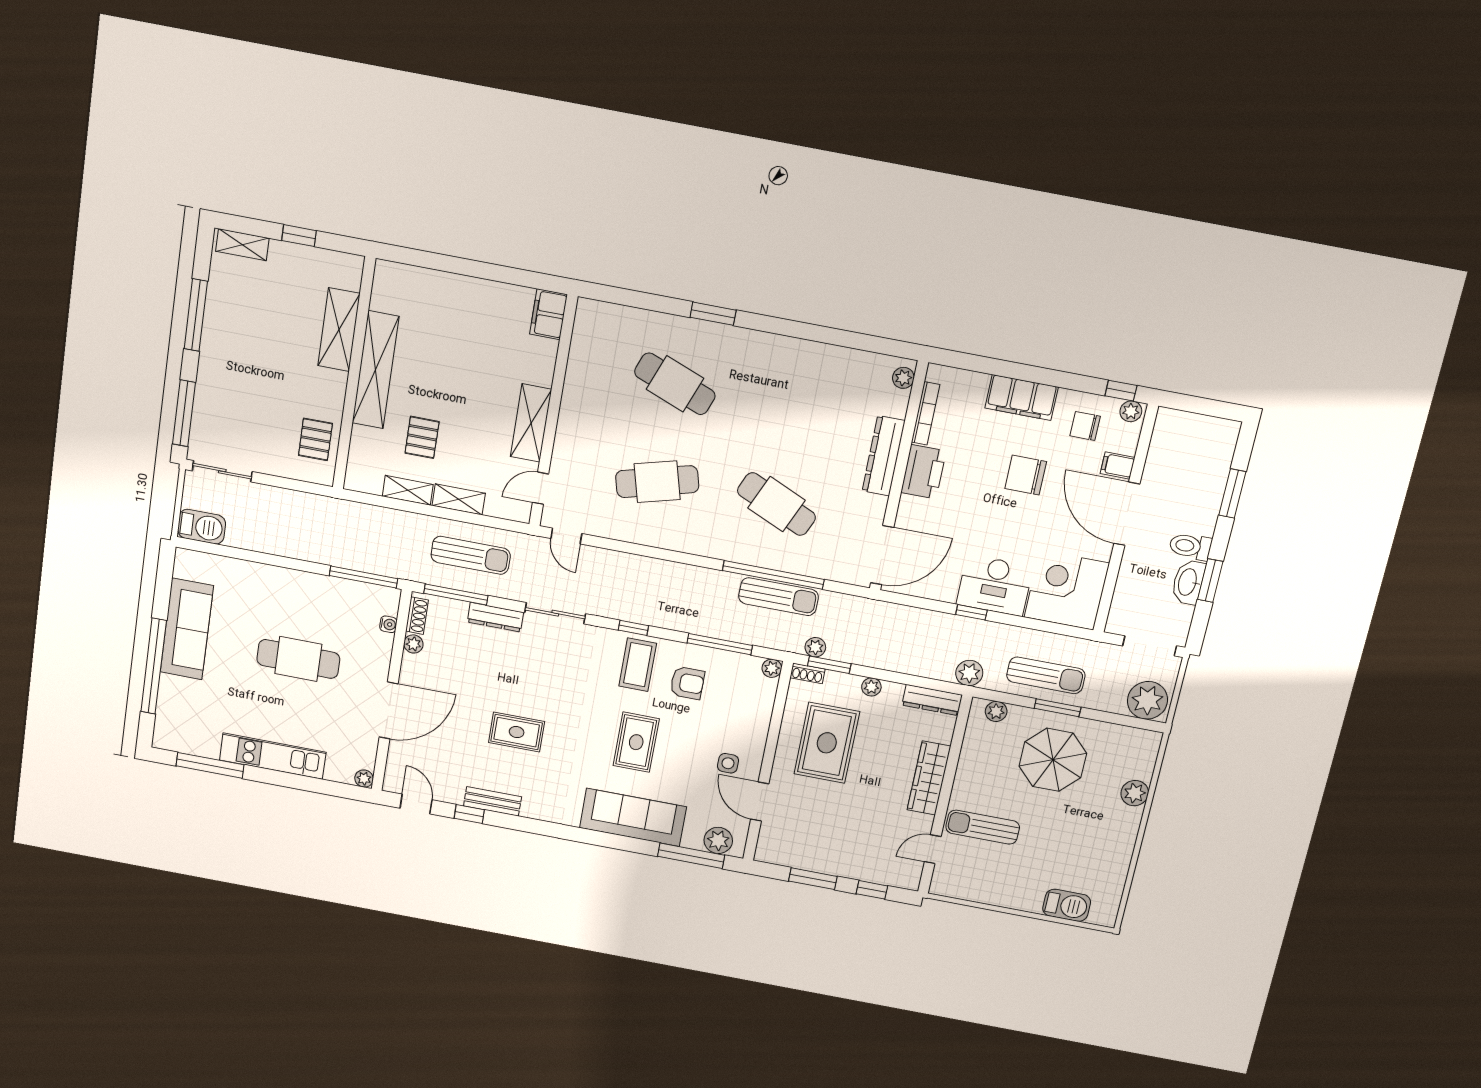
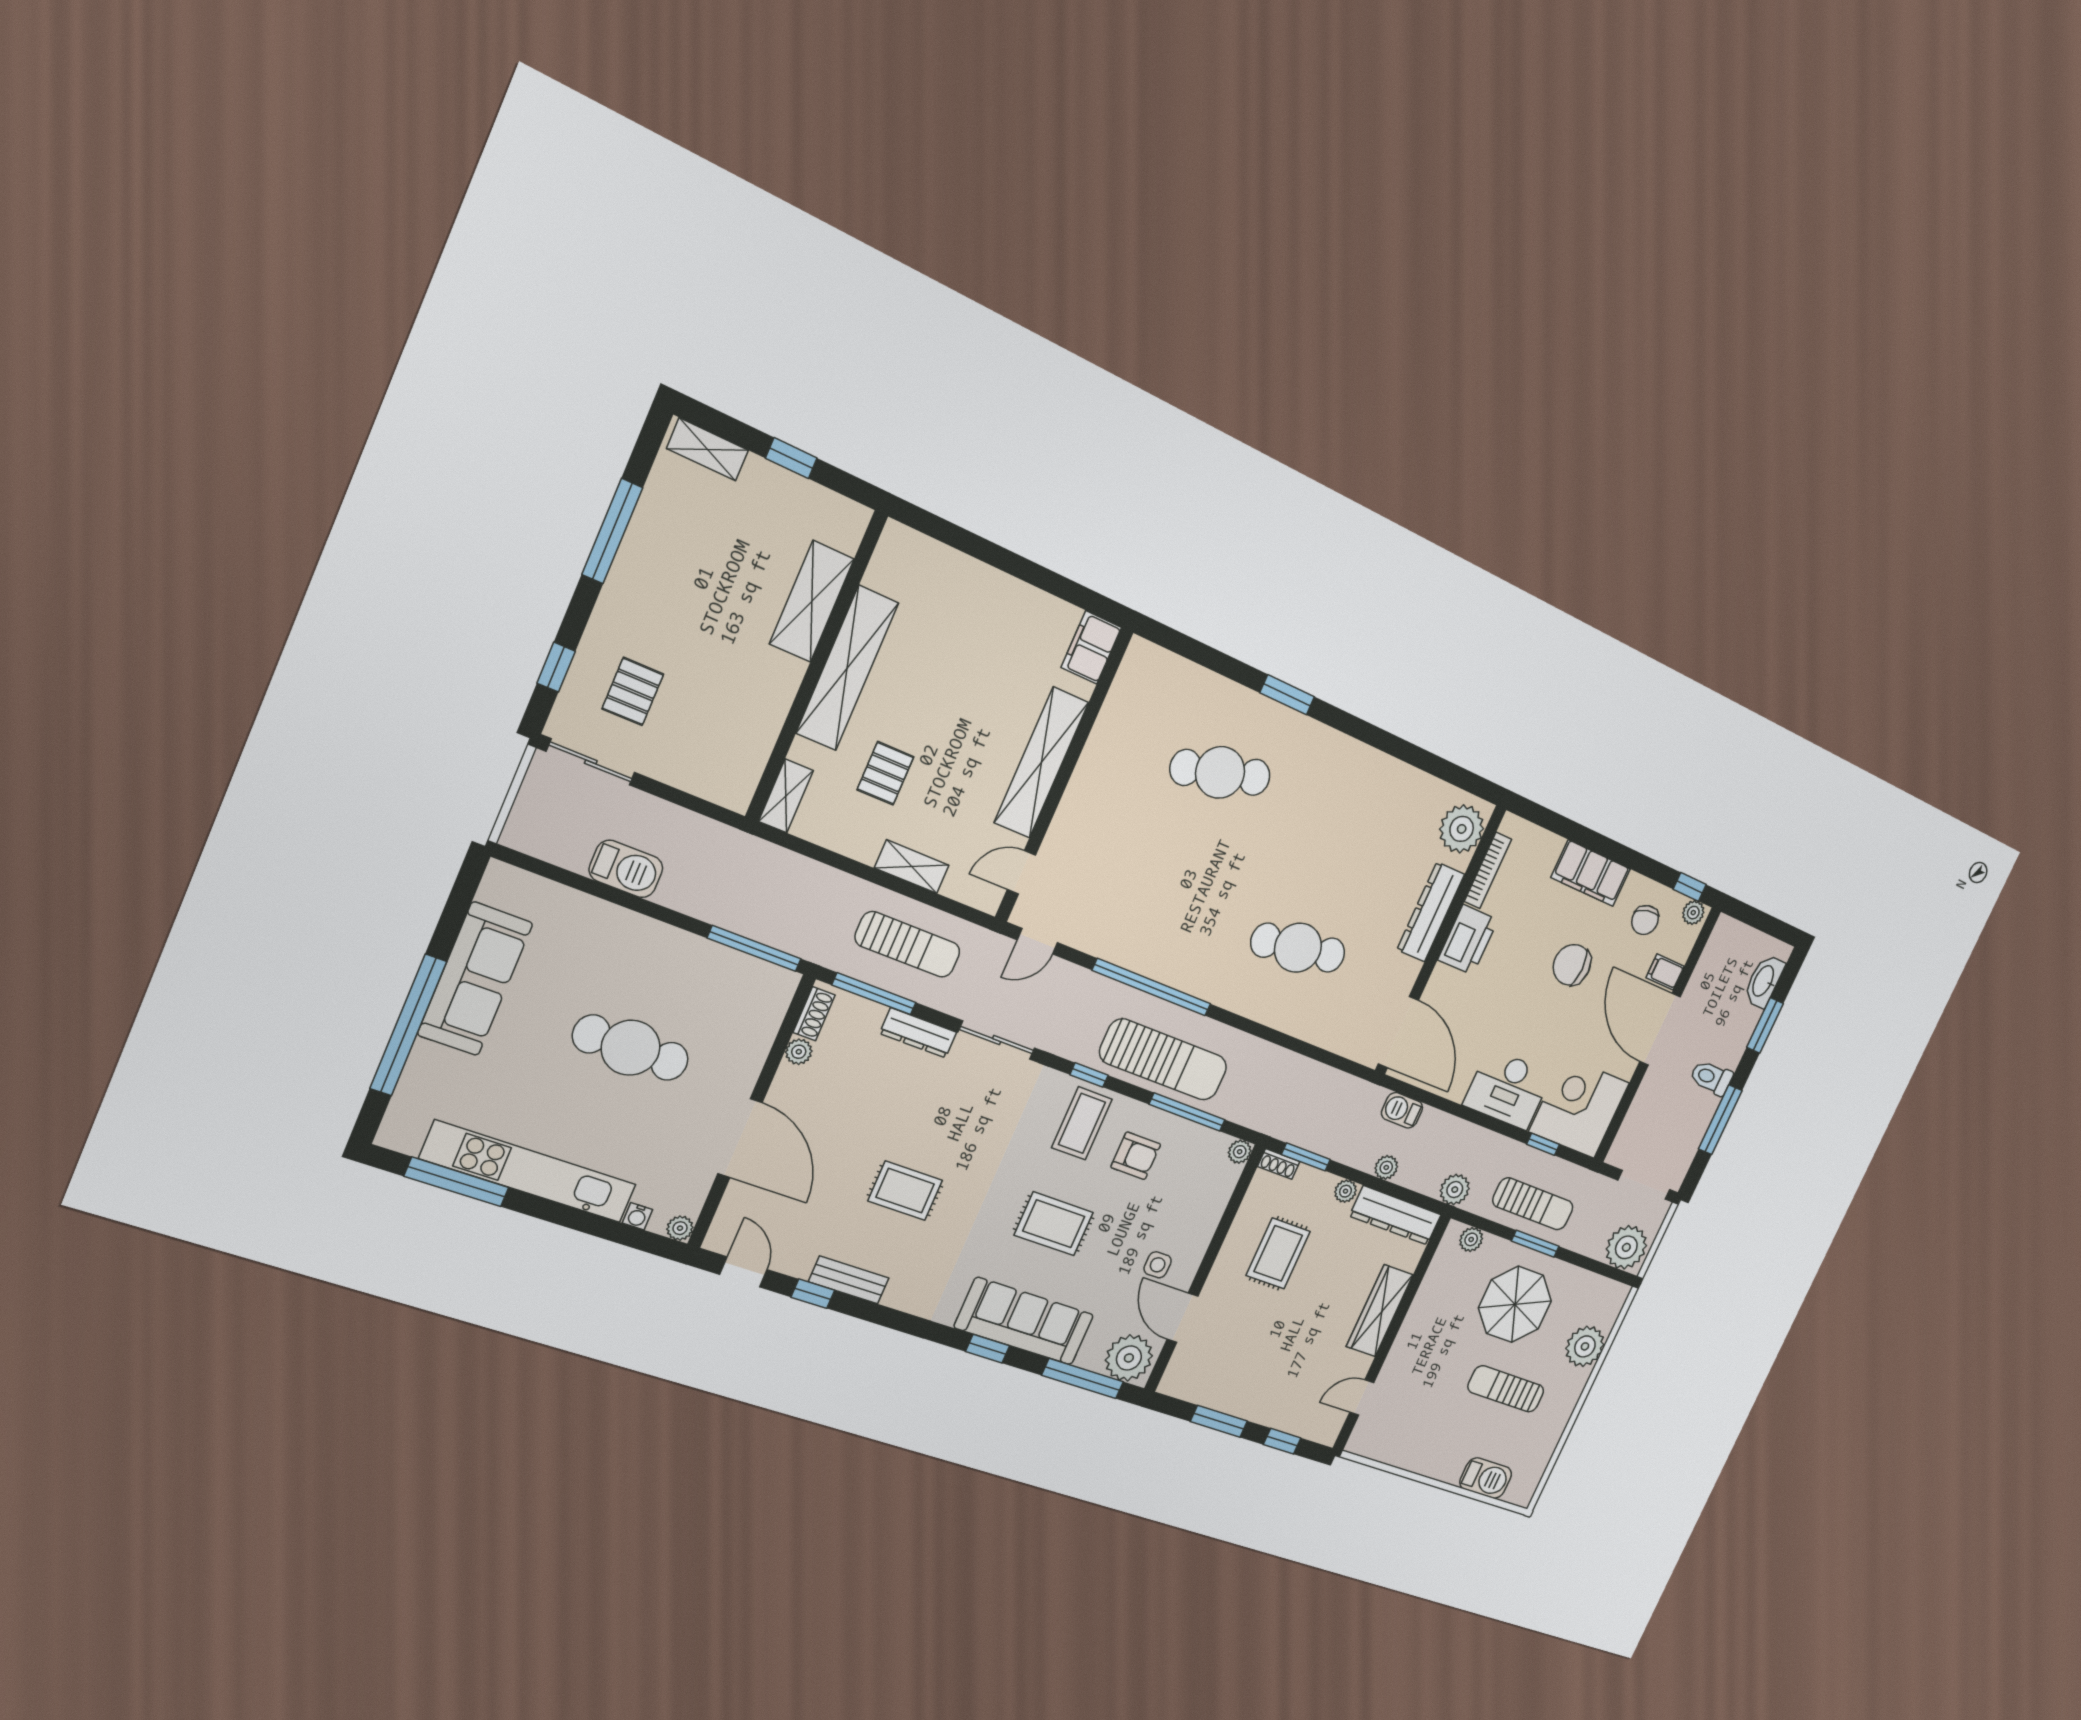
plant: (903, 378) -> (1462, 829), width x1.87, depth x1.87
cafe table: (675, 384) -> (1220, 772), turned -36
window: (184, 413) -> (556, 667), width x0.46
shelving: (531, 423) -> (1041, 763), width x1.47
chair: (1085, 426) -> (1645, 920), turned -103
pallet: (315, 439) -> (633, 691), moved
cafe table: (657, 482) -> (1167, 892), removed
shelving: (408, 490) -> (786, 796), moved, turned 90
cafe table: (777, 504) -> (1298, 948), turned -33
barbecue: (202, 527) -> (626, 869), moved
door: (566, 536) -> (1037, 941), hinge flipped
door: (882, 555) -> (1398, 1032), hinge flipped
window: (773, 575) -> (1152, 987), moved
window: (1210, 580) -> (1720, 1120), width x1.44
washbasin: (1188, 582) -> (1764, 981), moved
sun lounger: (779, 597) -> (1163, 1060), moved, width x1.36, depth x1.34
window: (971, 612) -> (1543, 1144), moved
barbecue: (903, 616) -> (1402, 1110), added
water cooler: (388, 624) -> (637, 1216), moved, turned 90
plant: (815, 647) -> (1386, 1167), moved
dresser: (932, 700) -> (1395, 1215), width x1.37, depth x1.24
door: (389, 710) -> (740, 1138), hinge flipped
rug: (636, 742) -> (1054, 1224), turned 90
rug: (827, 743) -> (1278, 1253), width x0.73, depth x0.70
kitchen unit: (273, 756) -> (529, 1172), width x1.36
plant: (1135, 793) -> (1585, 1346), width x1.36, depth x1.36
sun lounger: (983, 827) -> (1506, 1389), moved
plant: (718, 840) -> (1129, 1358), width x1.36, depth x1.36
window: (610, 841) -> (988, 1349), added

